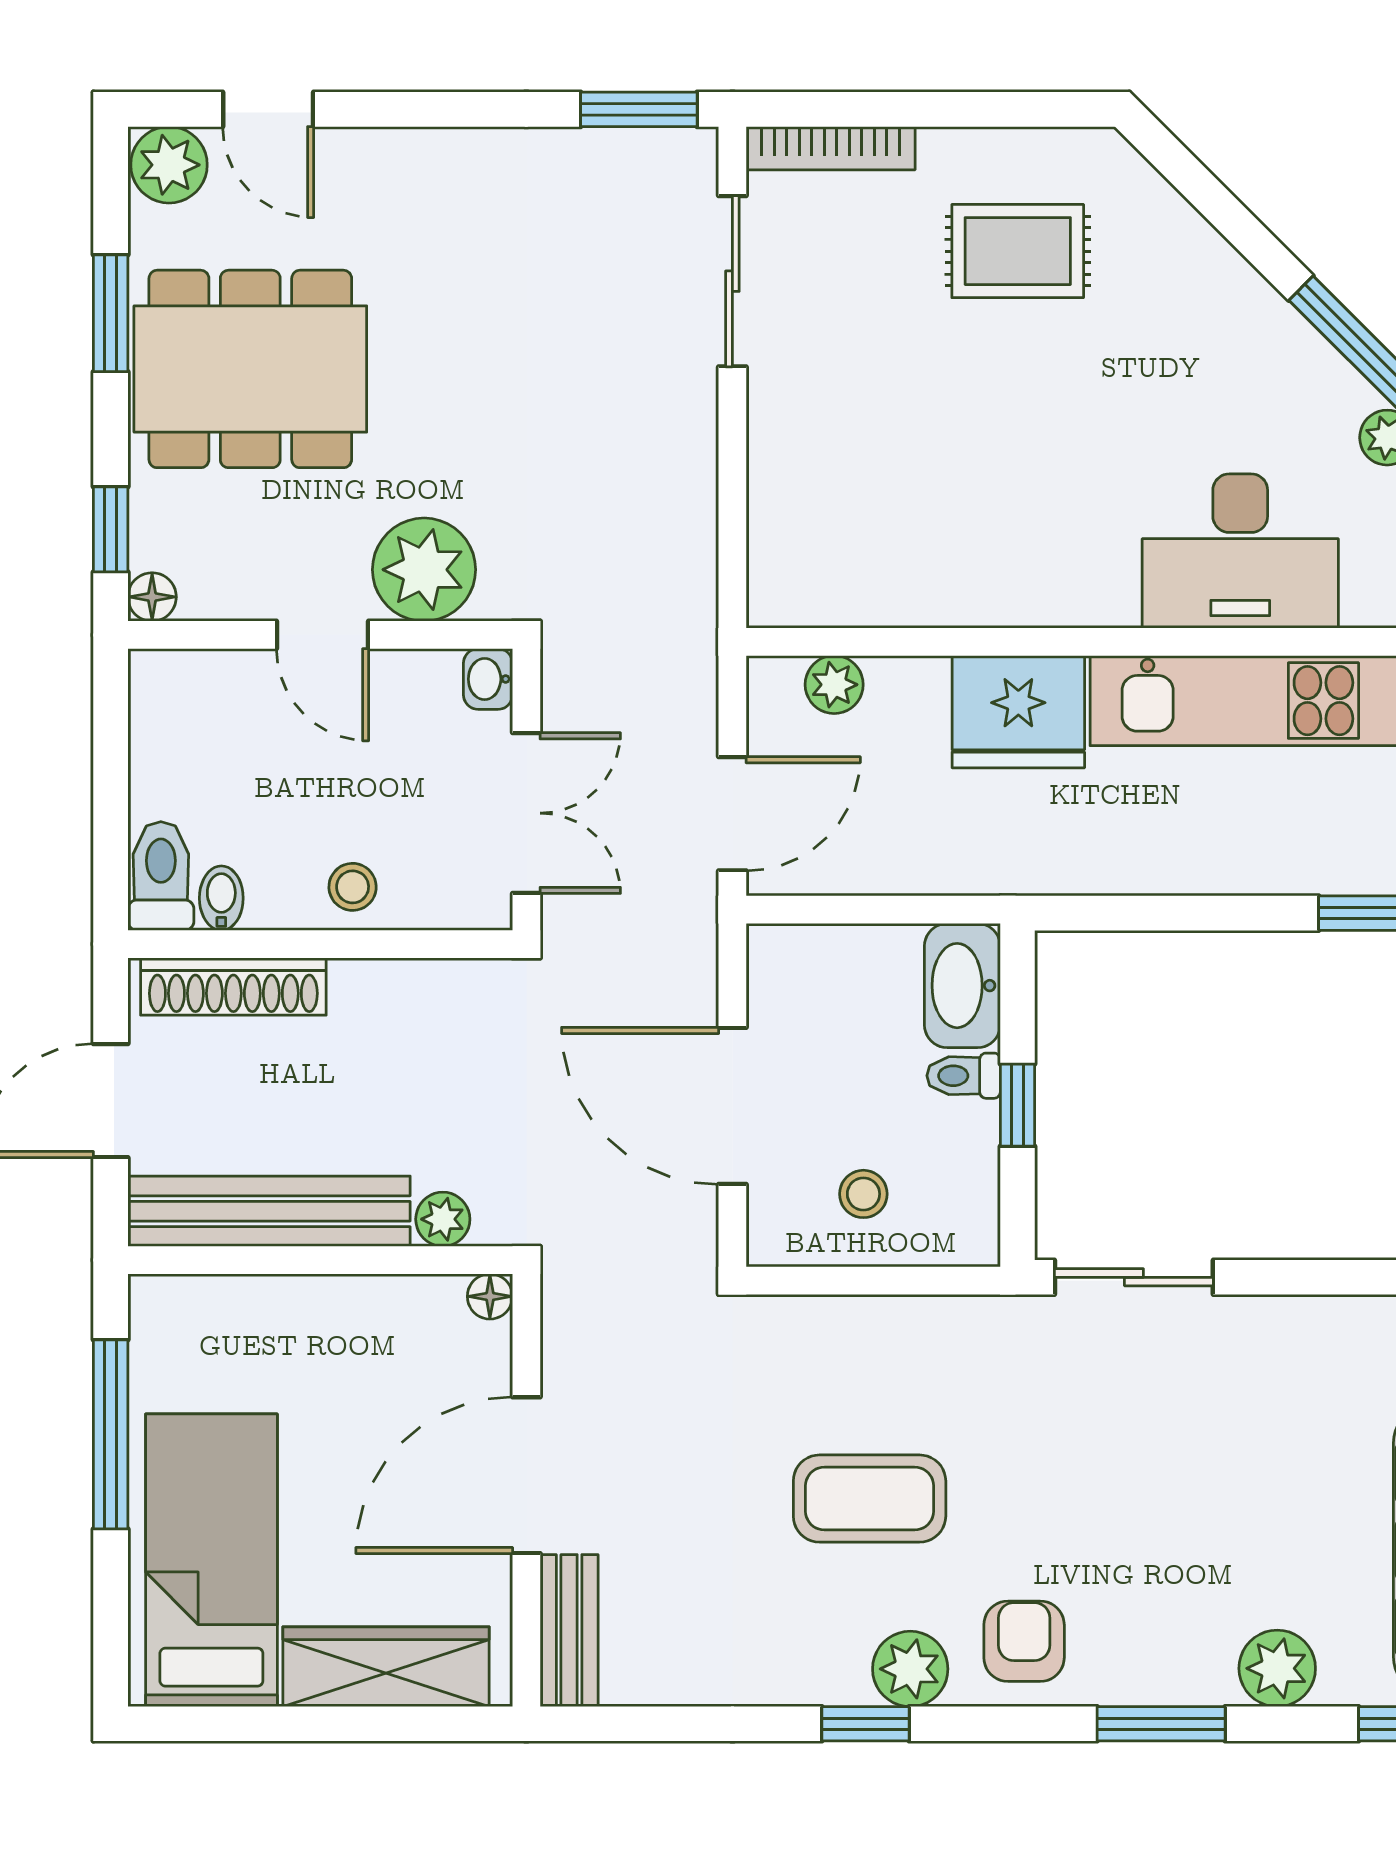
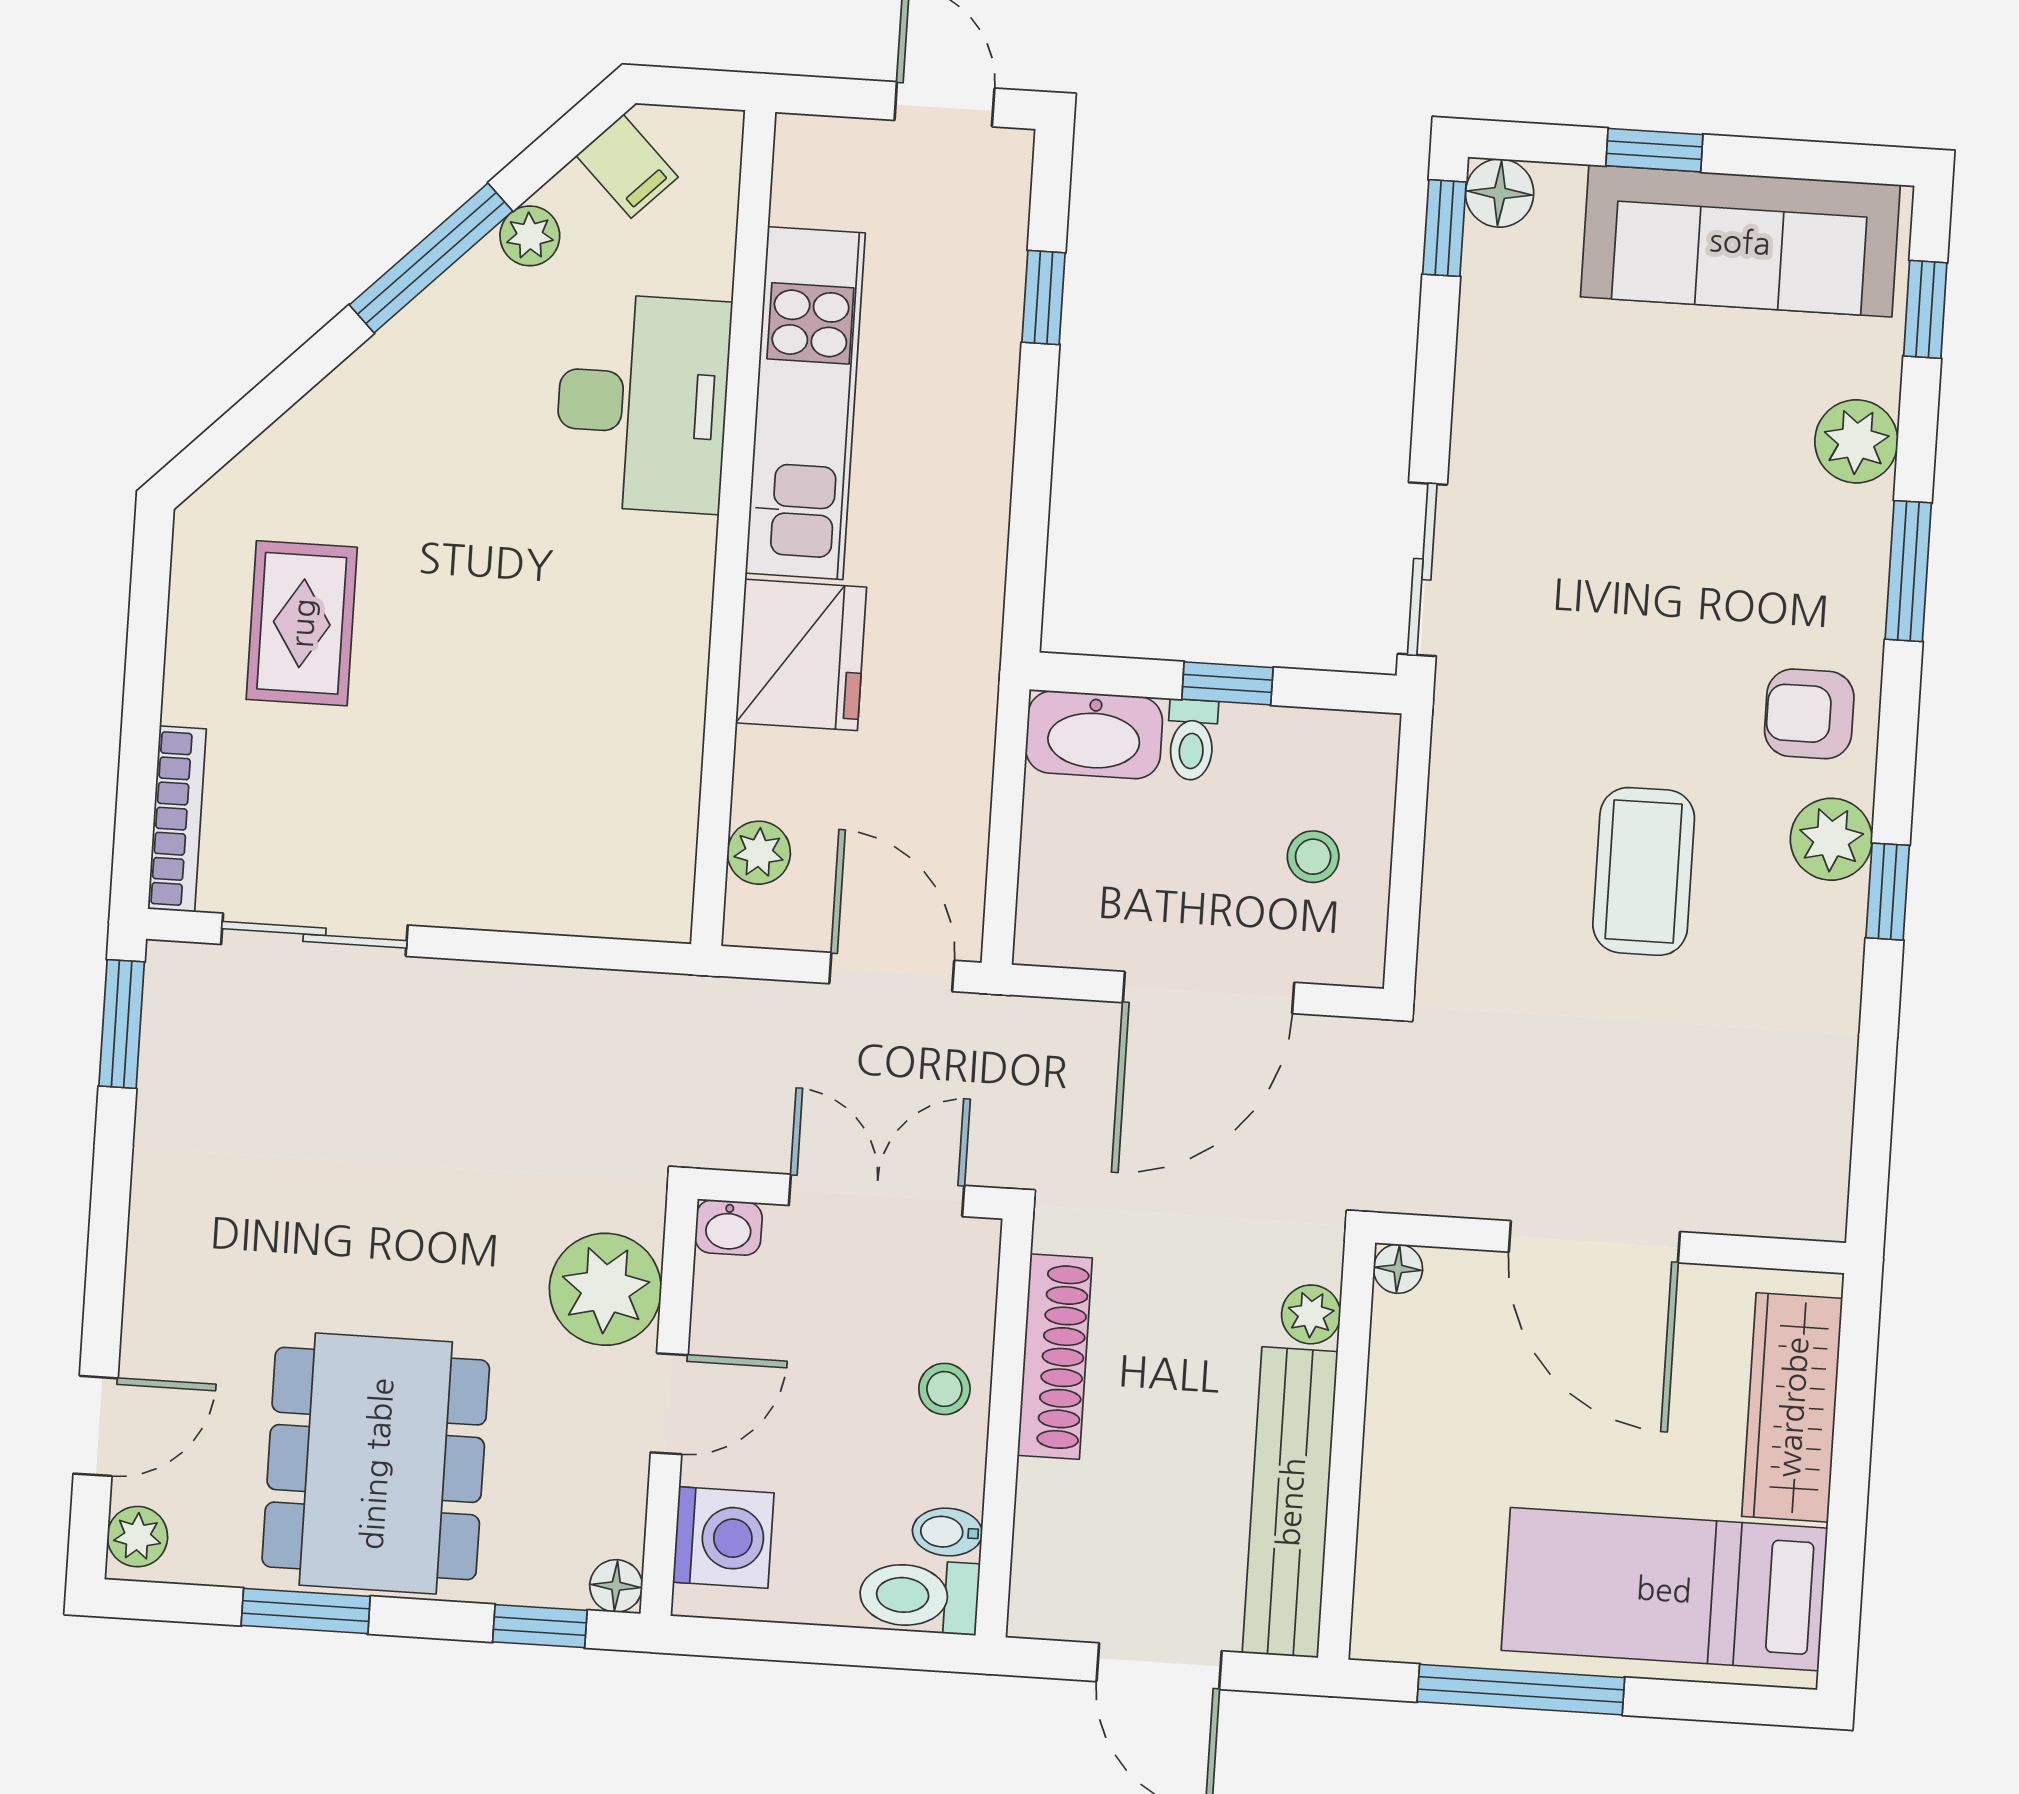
plant: (169, 165) -> (137, 1537), width x0.73, depth x0.73
washing machine: (203, 693) -> (723, 1538), added
shoe rack: (233, 986) -> (1055, 1357), moved
bench: (569, 1631) -> (1766, 1206), removed

